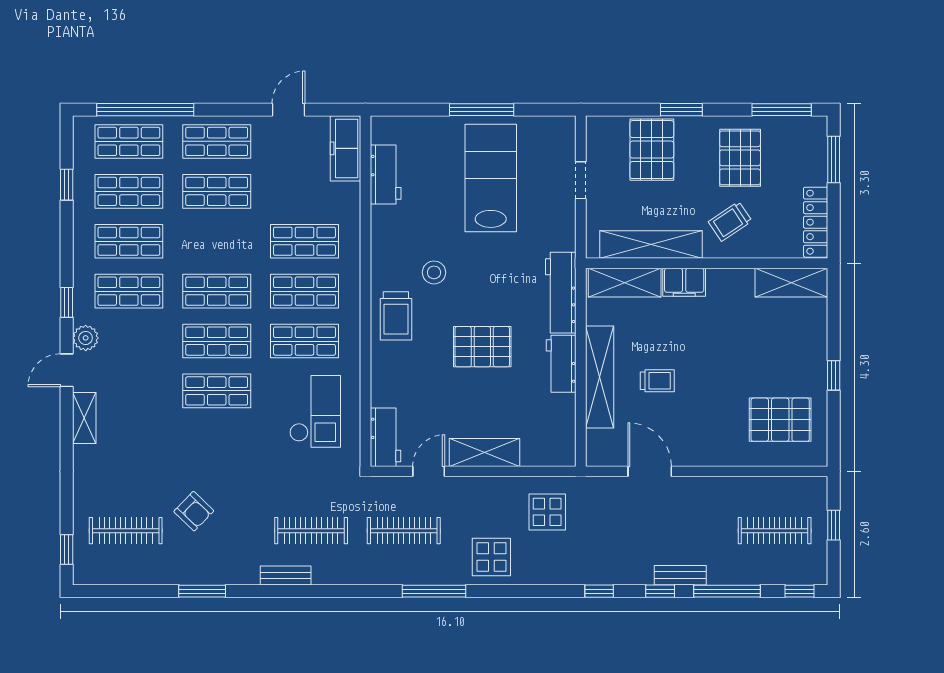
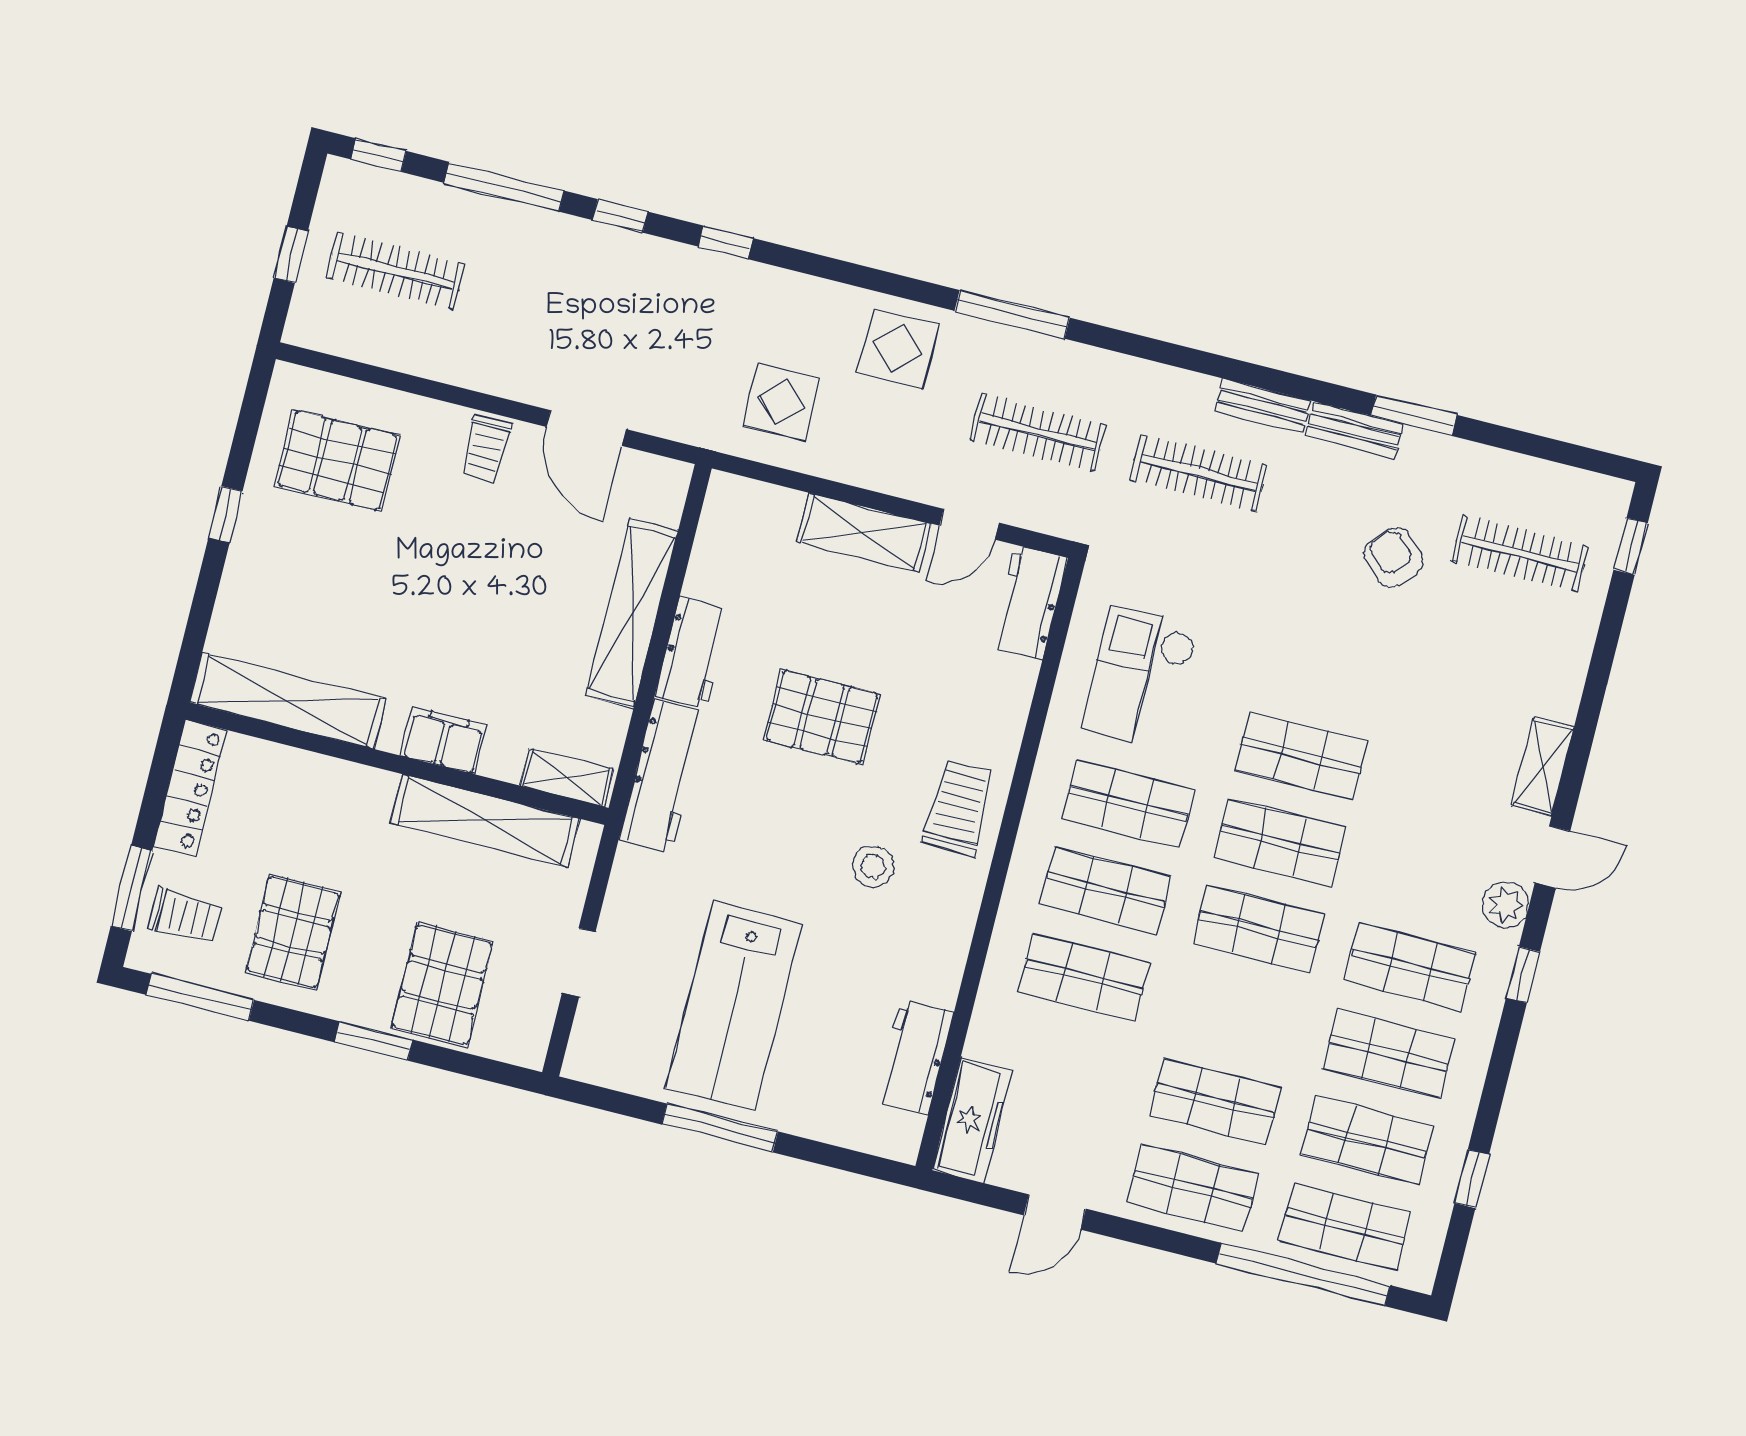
trolley: (730, 221) -> (185, 916), moved, turned 34
shelving: (625, 283) -> (567, 777), width x0.67, depth x0.75
shelving: (791, 283) -> (288, 701), width x1.47
trolley: (657, 381) -> (486, 448), moved, turned -90
bench: (680, 575) -> (1354, 430), moved

